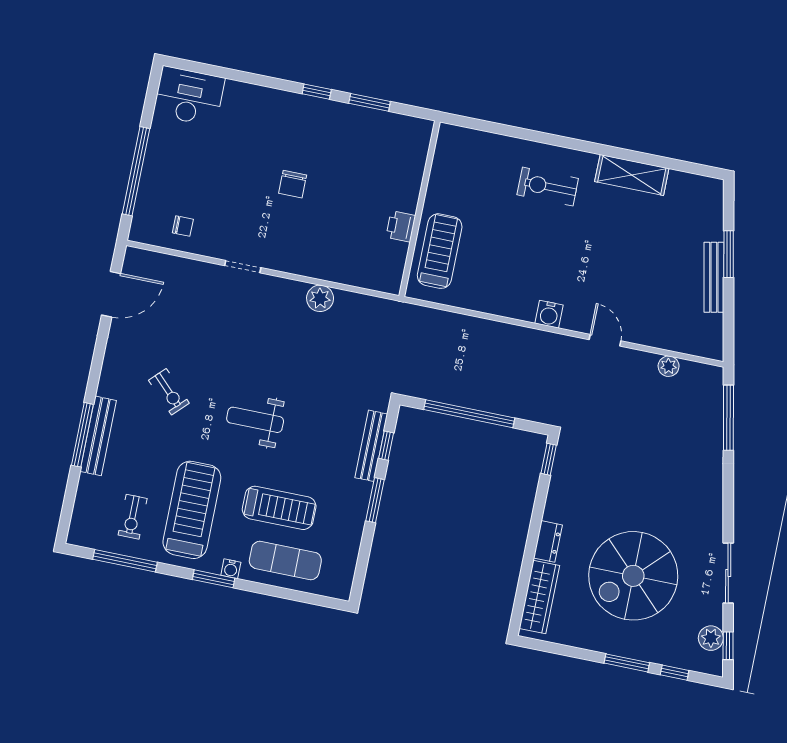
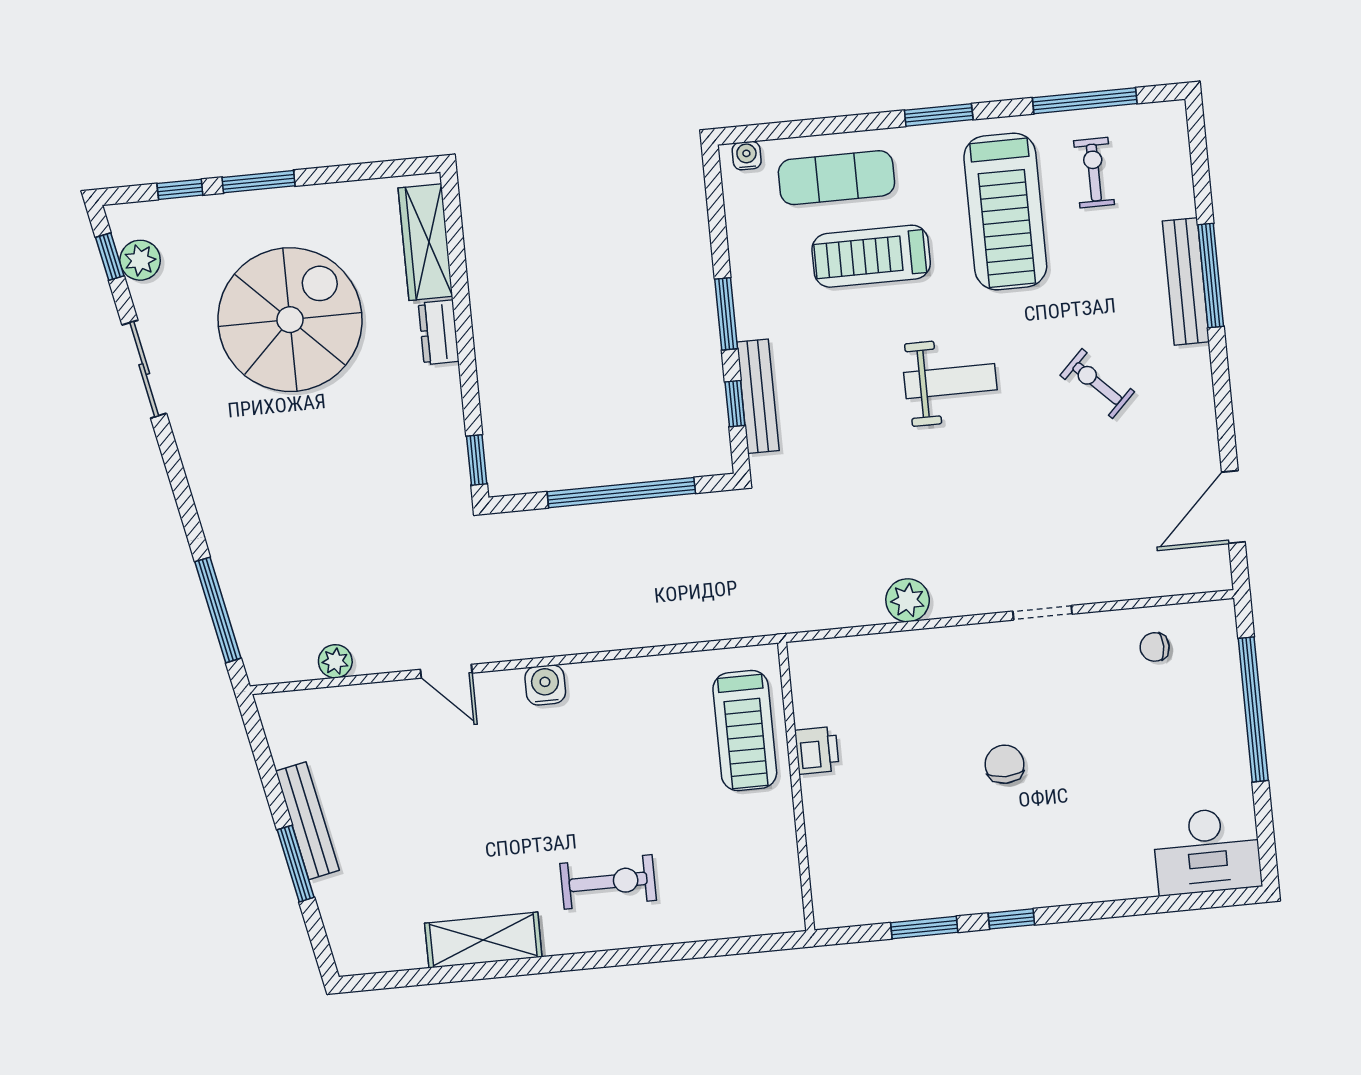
water cooler: (231, 569) -> (747, 156), moved

